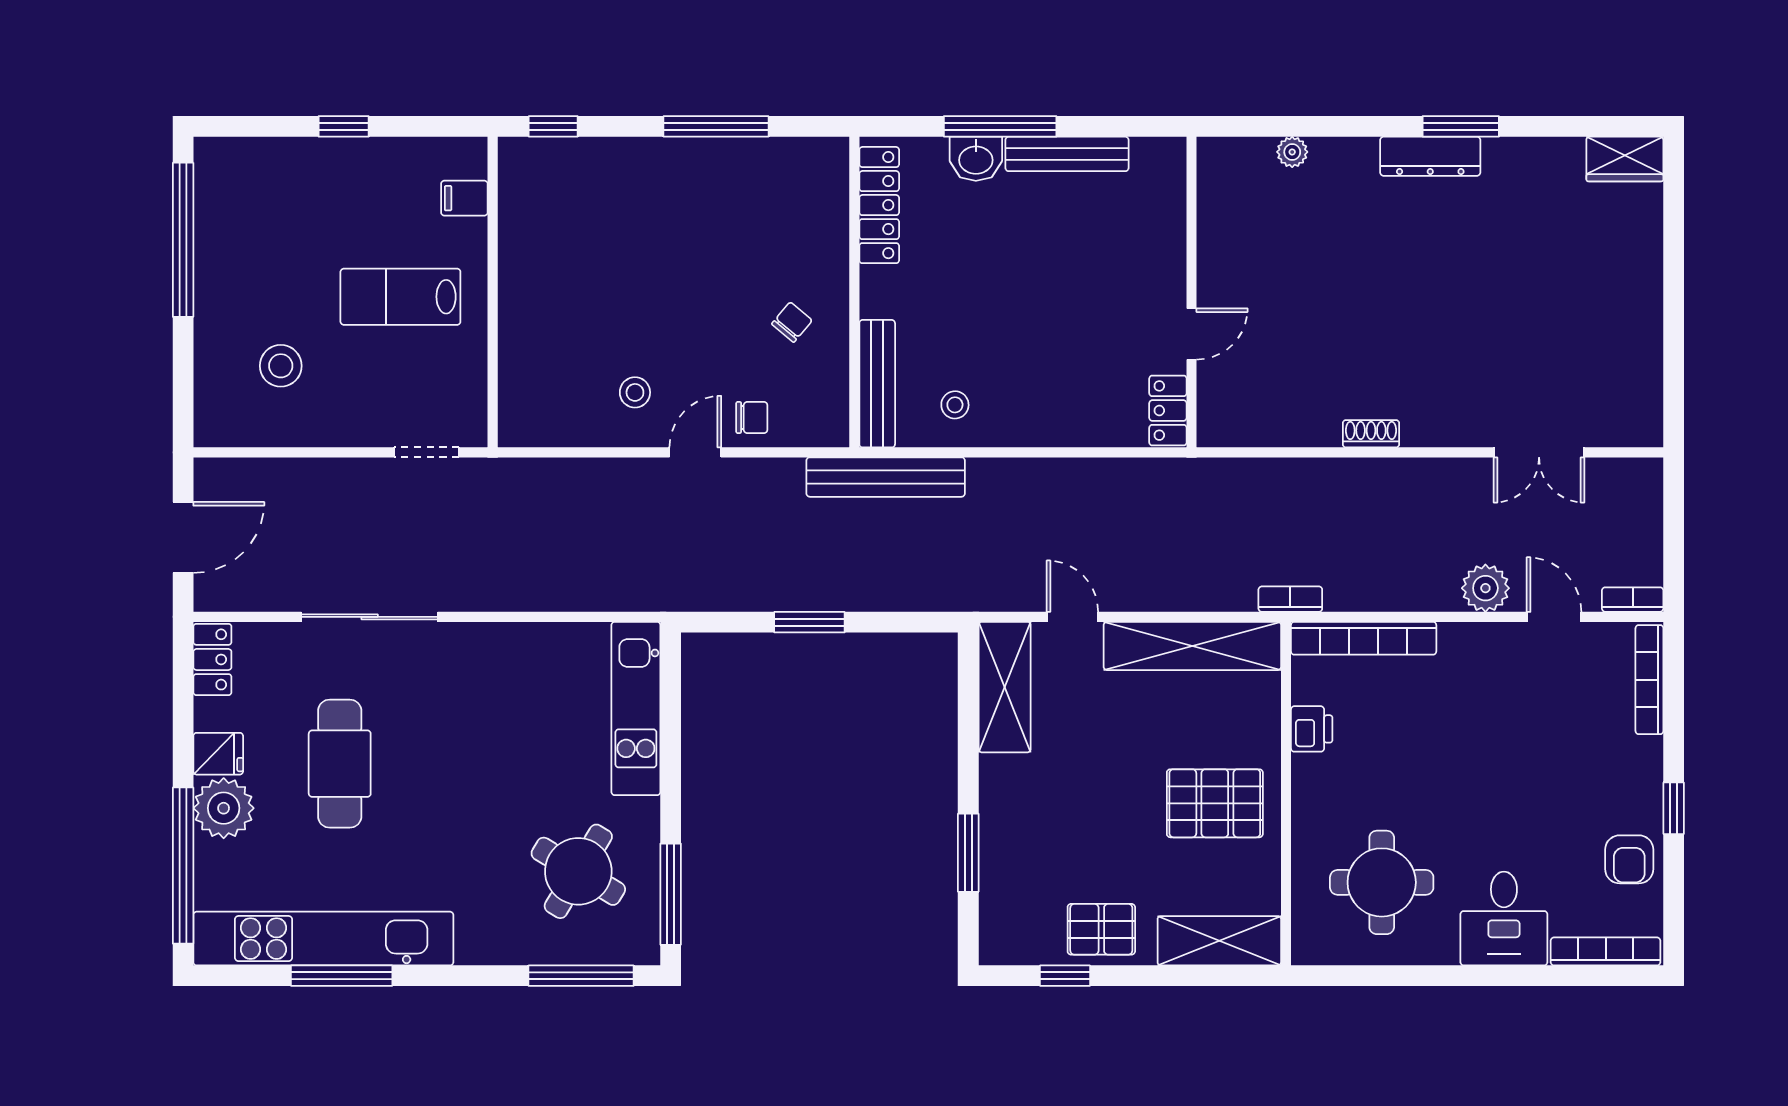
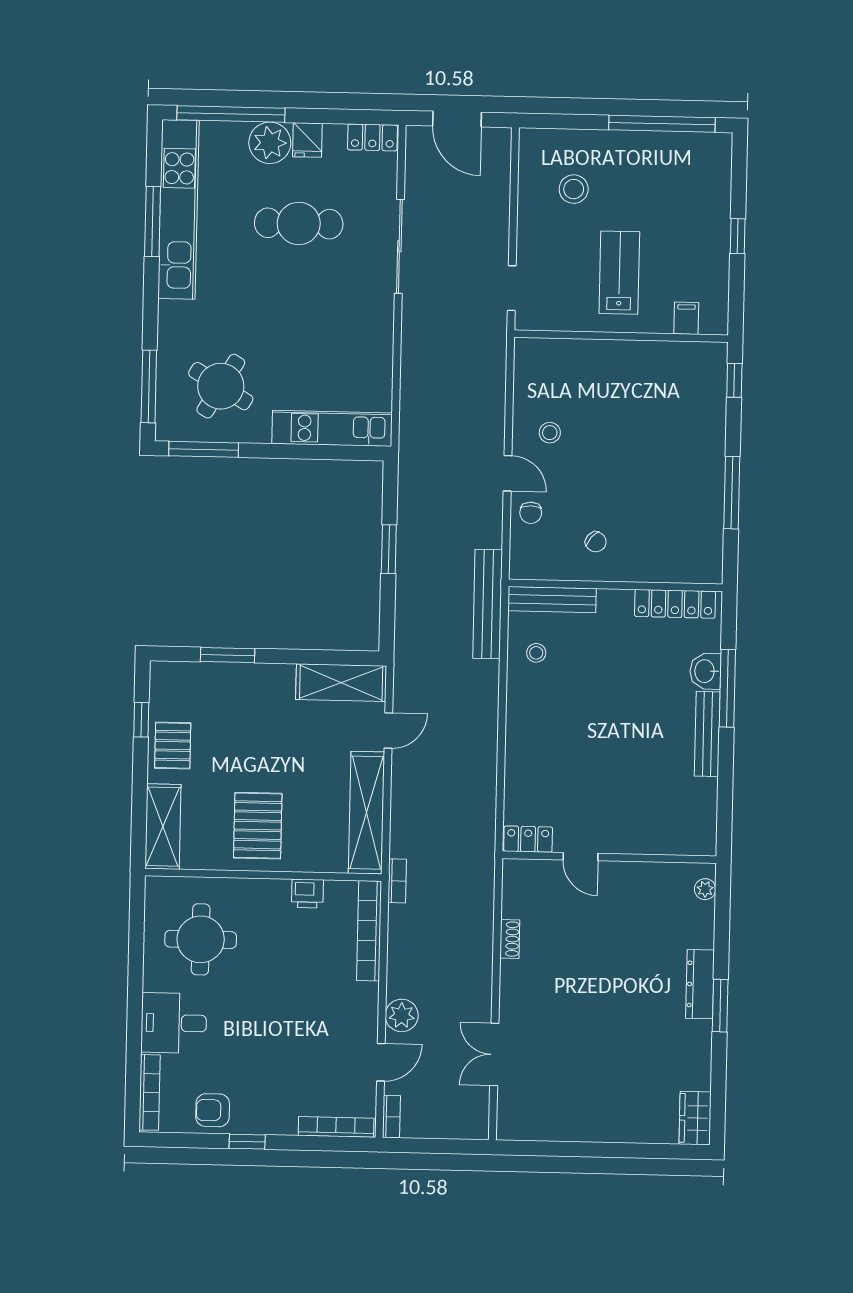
wall: (1191, 292) -> (609, 857), moved
door: (1191, 334) -> (580, 857), moved
locker: (1168, 411) -> (528, 839), moved

